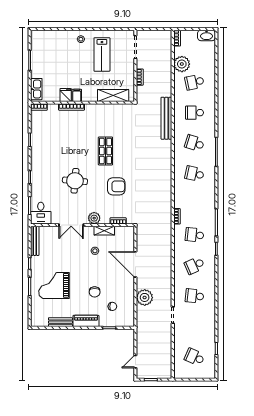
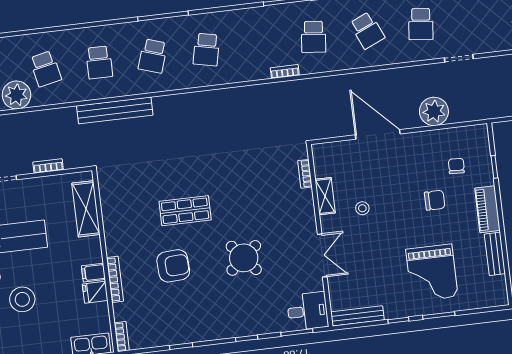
stool: (67, 54) -> (22, 299), added
round table: (75, 181) -> (244, 258), turned 45
armchair: (116, 186) -> (173, 266), moved, turned 87
plant: (94, 218) -> (305, 216), removed
door: (135, 264) -> (378, 134), swing flipped

